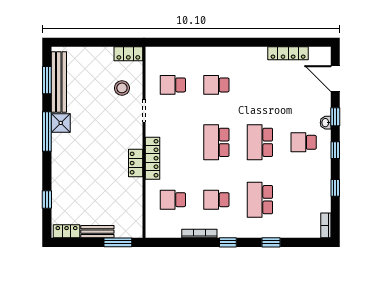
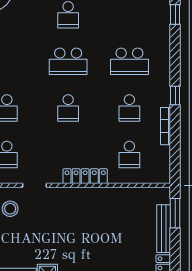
school desk: (216, 142) -> (68, 108), width x0.54
locker: (136, 163) -> (90, 194), removed
bench: (97, 232) -> (164, 229), width x1.36
window: (271, 242) -> (175, 15), moved

